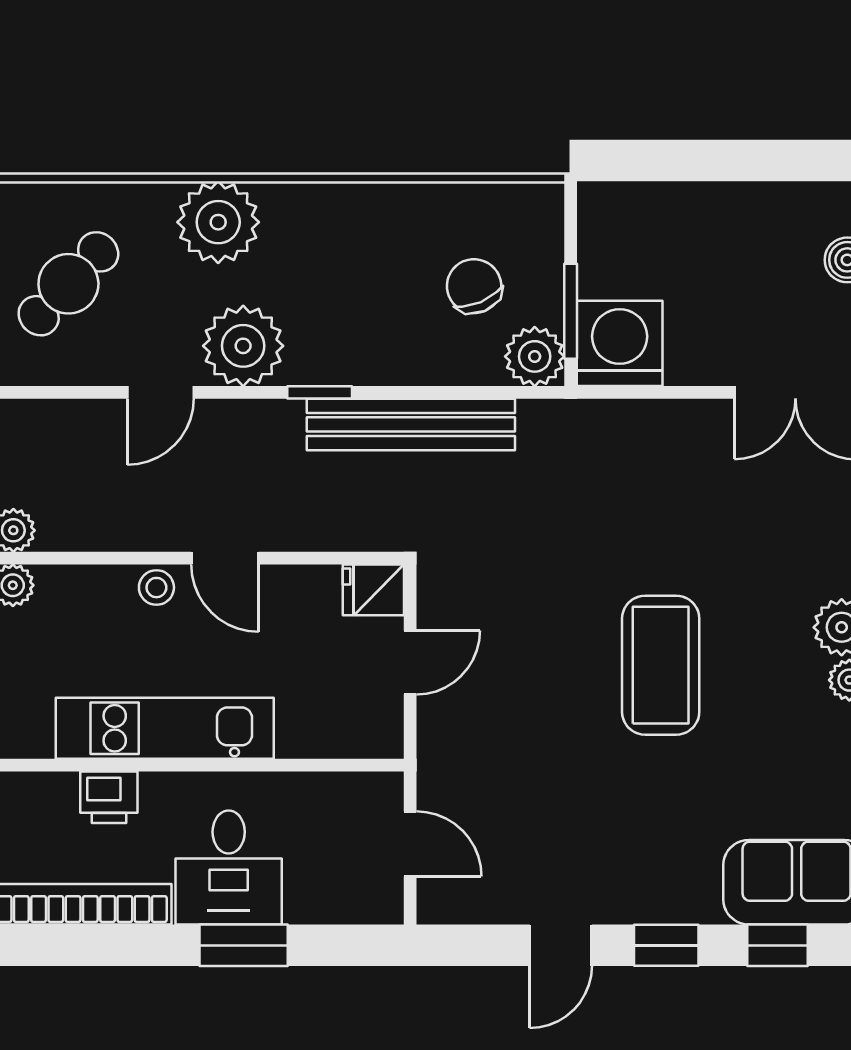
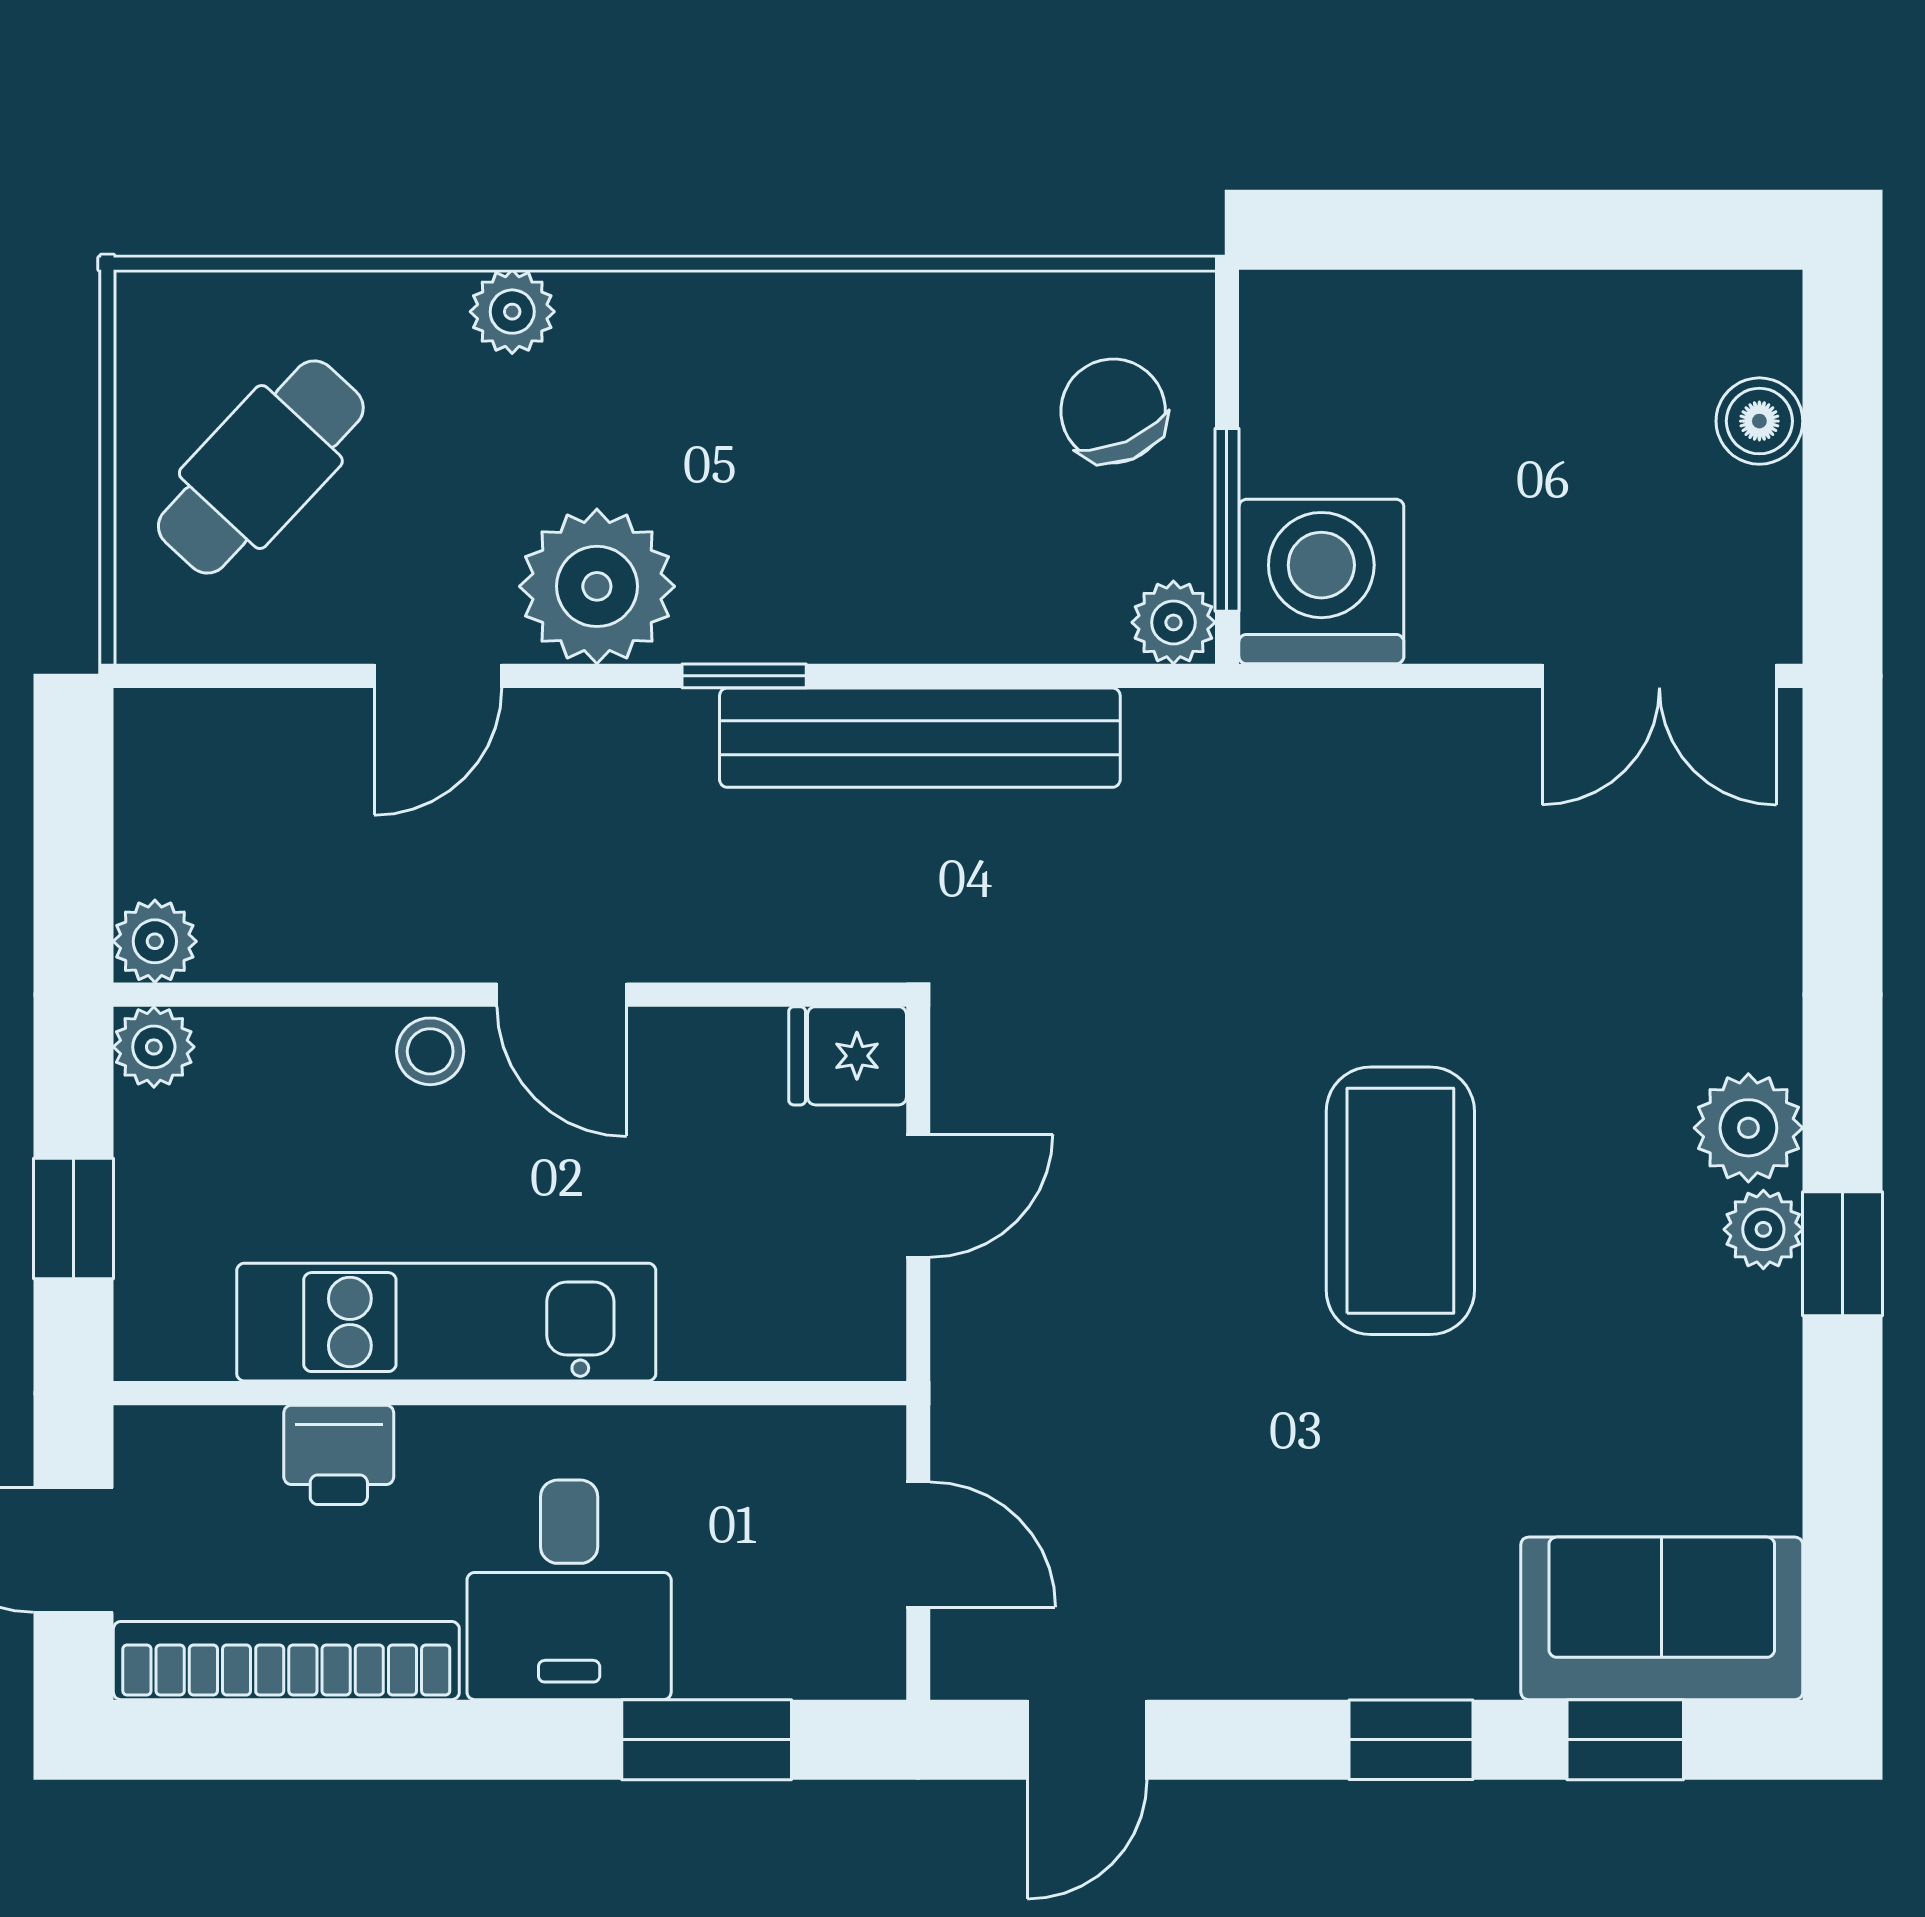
plant: (218, 222) -> (512, 312), width x0.53, depth x0.53
chair: (474, 286) -> (1113, 411), moved
plant: (535, 356) -> (1173, 622), width x0.73, depth x0.73
window: (244, 945) -> (707, 1740), moved
door: (561, 945) -> (1087, 1740), moved

